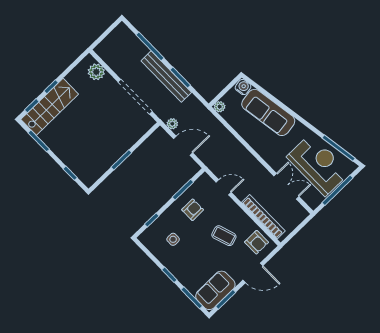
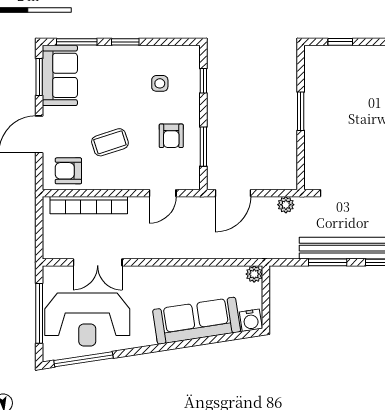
door: (183, 146) -> (233, 193), moved

